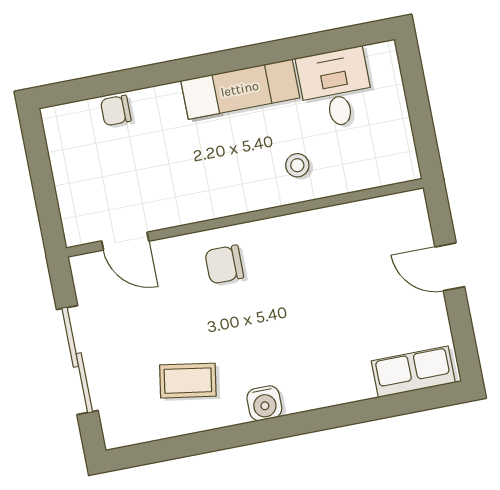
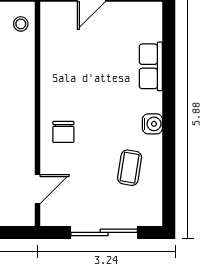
stool: (297, 165) -> (21, 24), moved
row of seats: (413, 372) -> (151, 66), moved

